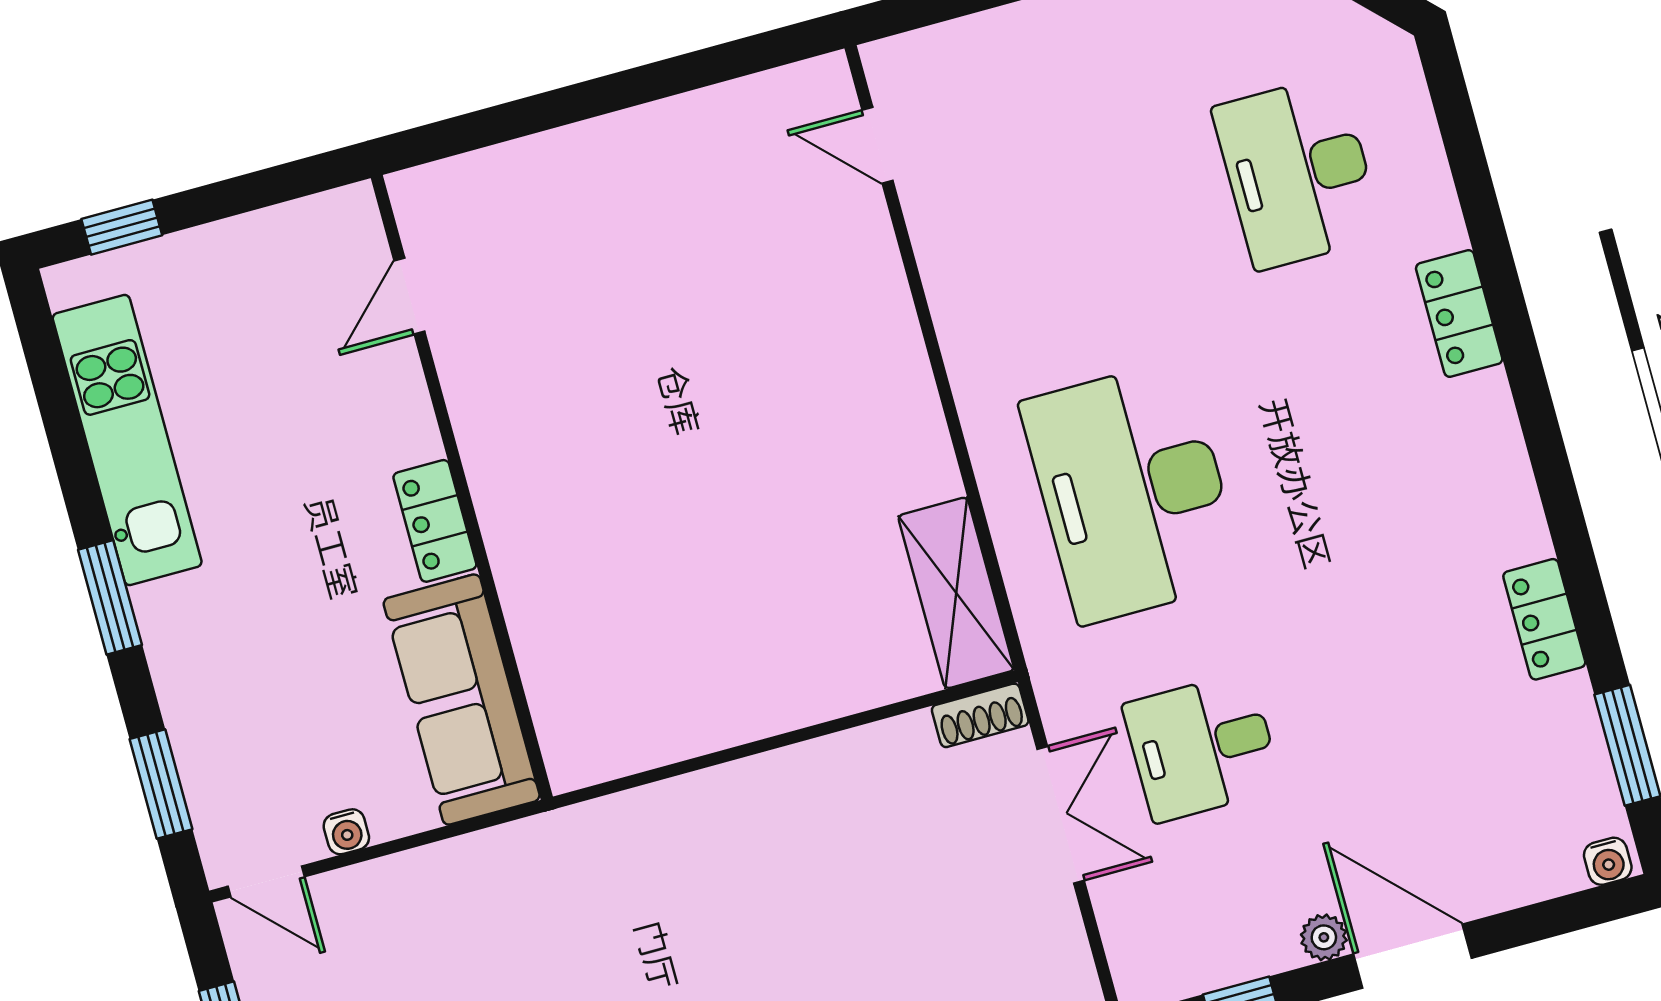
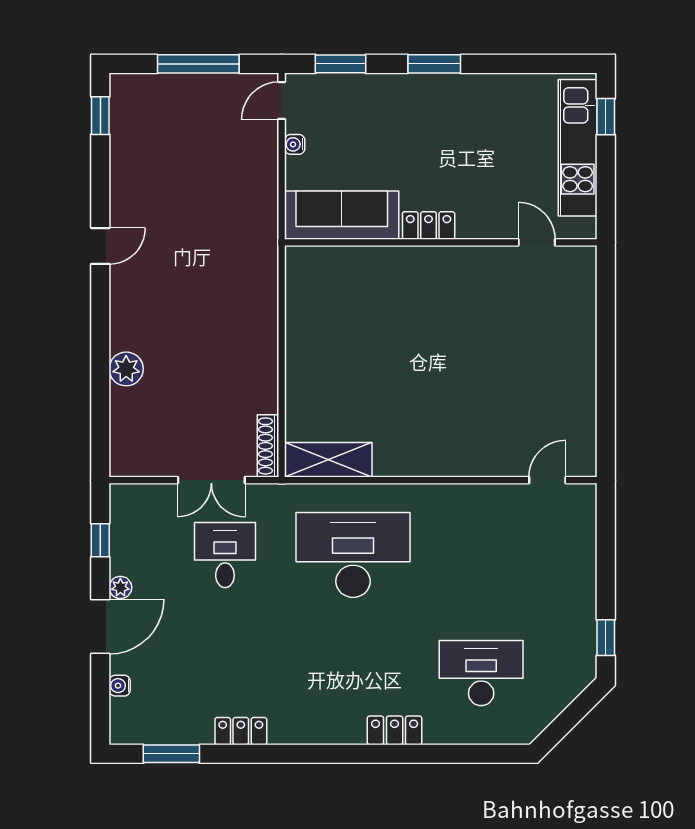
kitchen unit: (127, 440) -> (578, 148), moved, turned 90
shoe rack: (980, 715) -> (268, 446), width x1.43
water cooler: (1608, 861) -> (120, 686), moved

